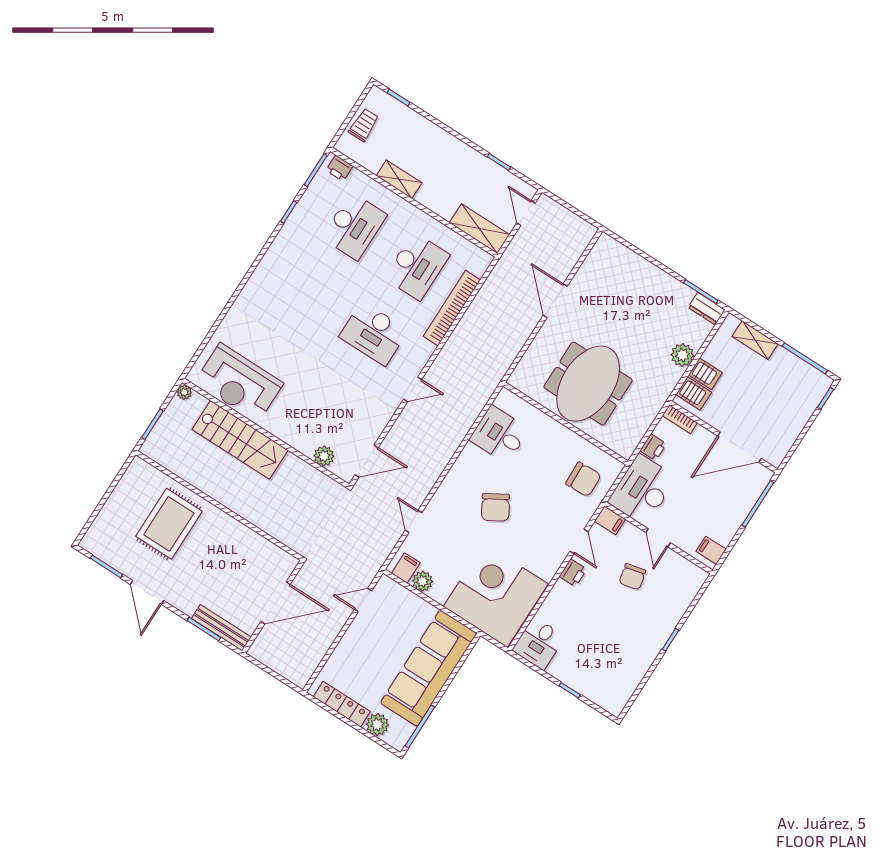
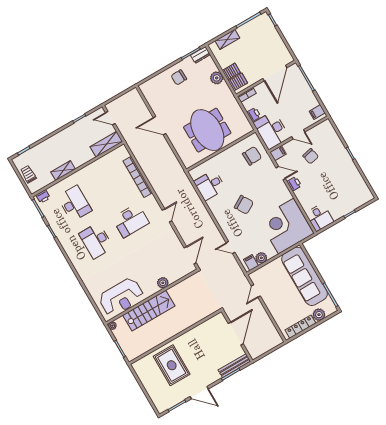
desk: (417, 266) -> (96, 241), moved, turned 180
chair: (651, 292) -> (179, 77), added
plant: (324, 456) -> (163, 283), moved

